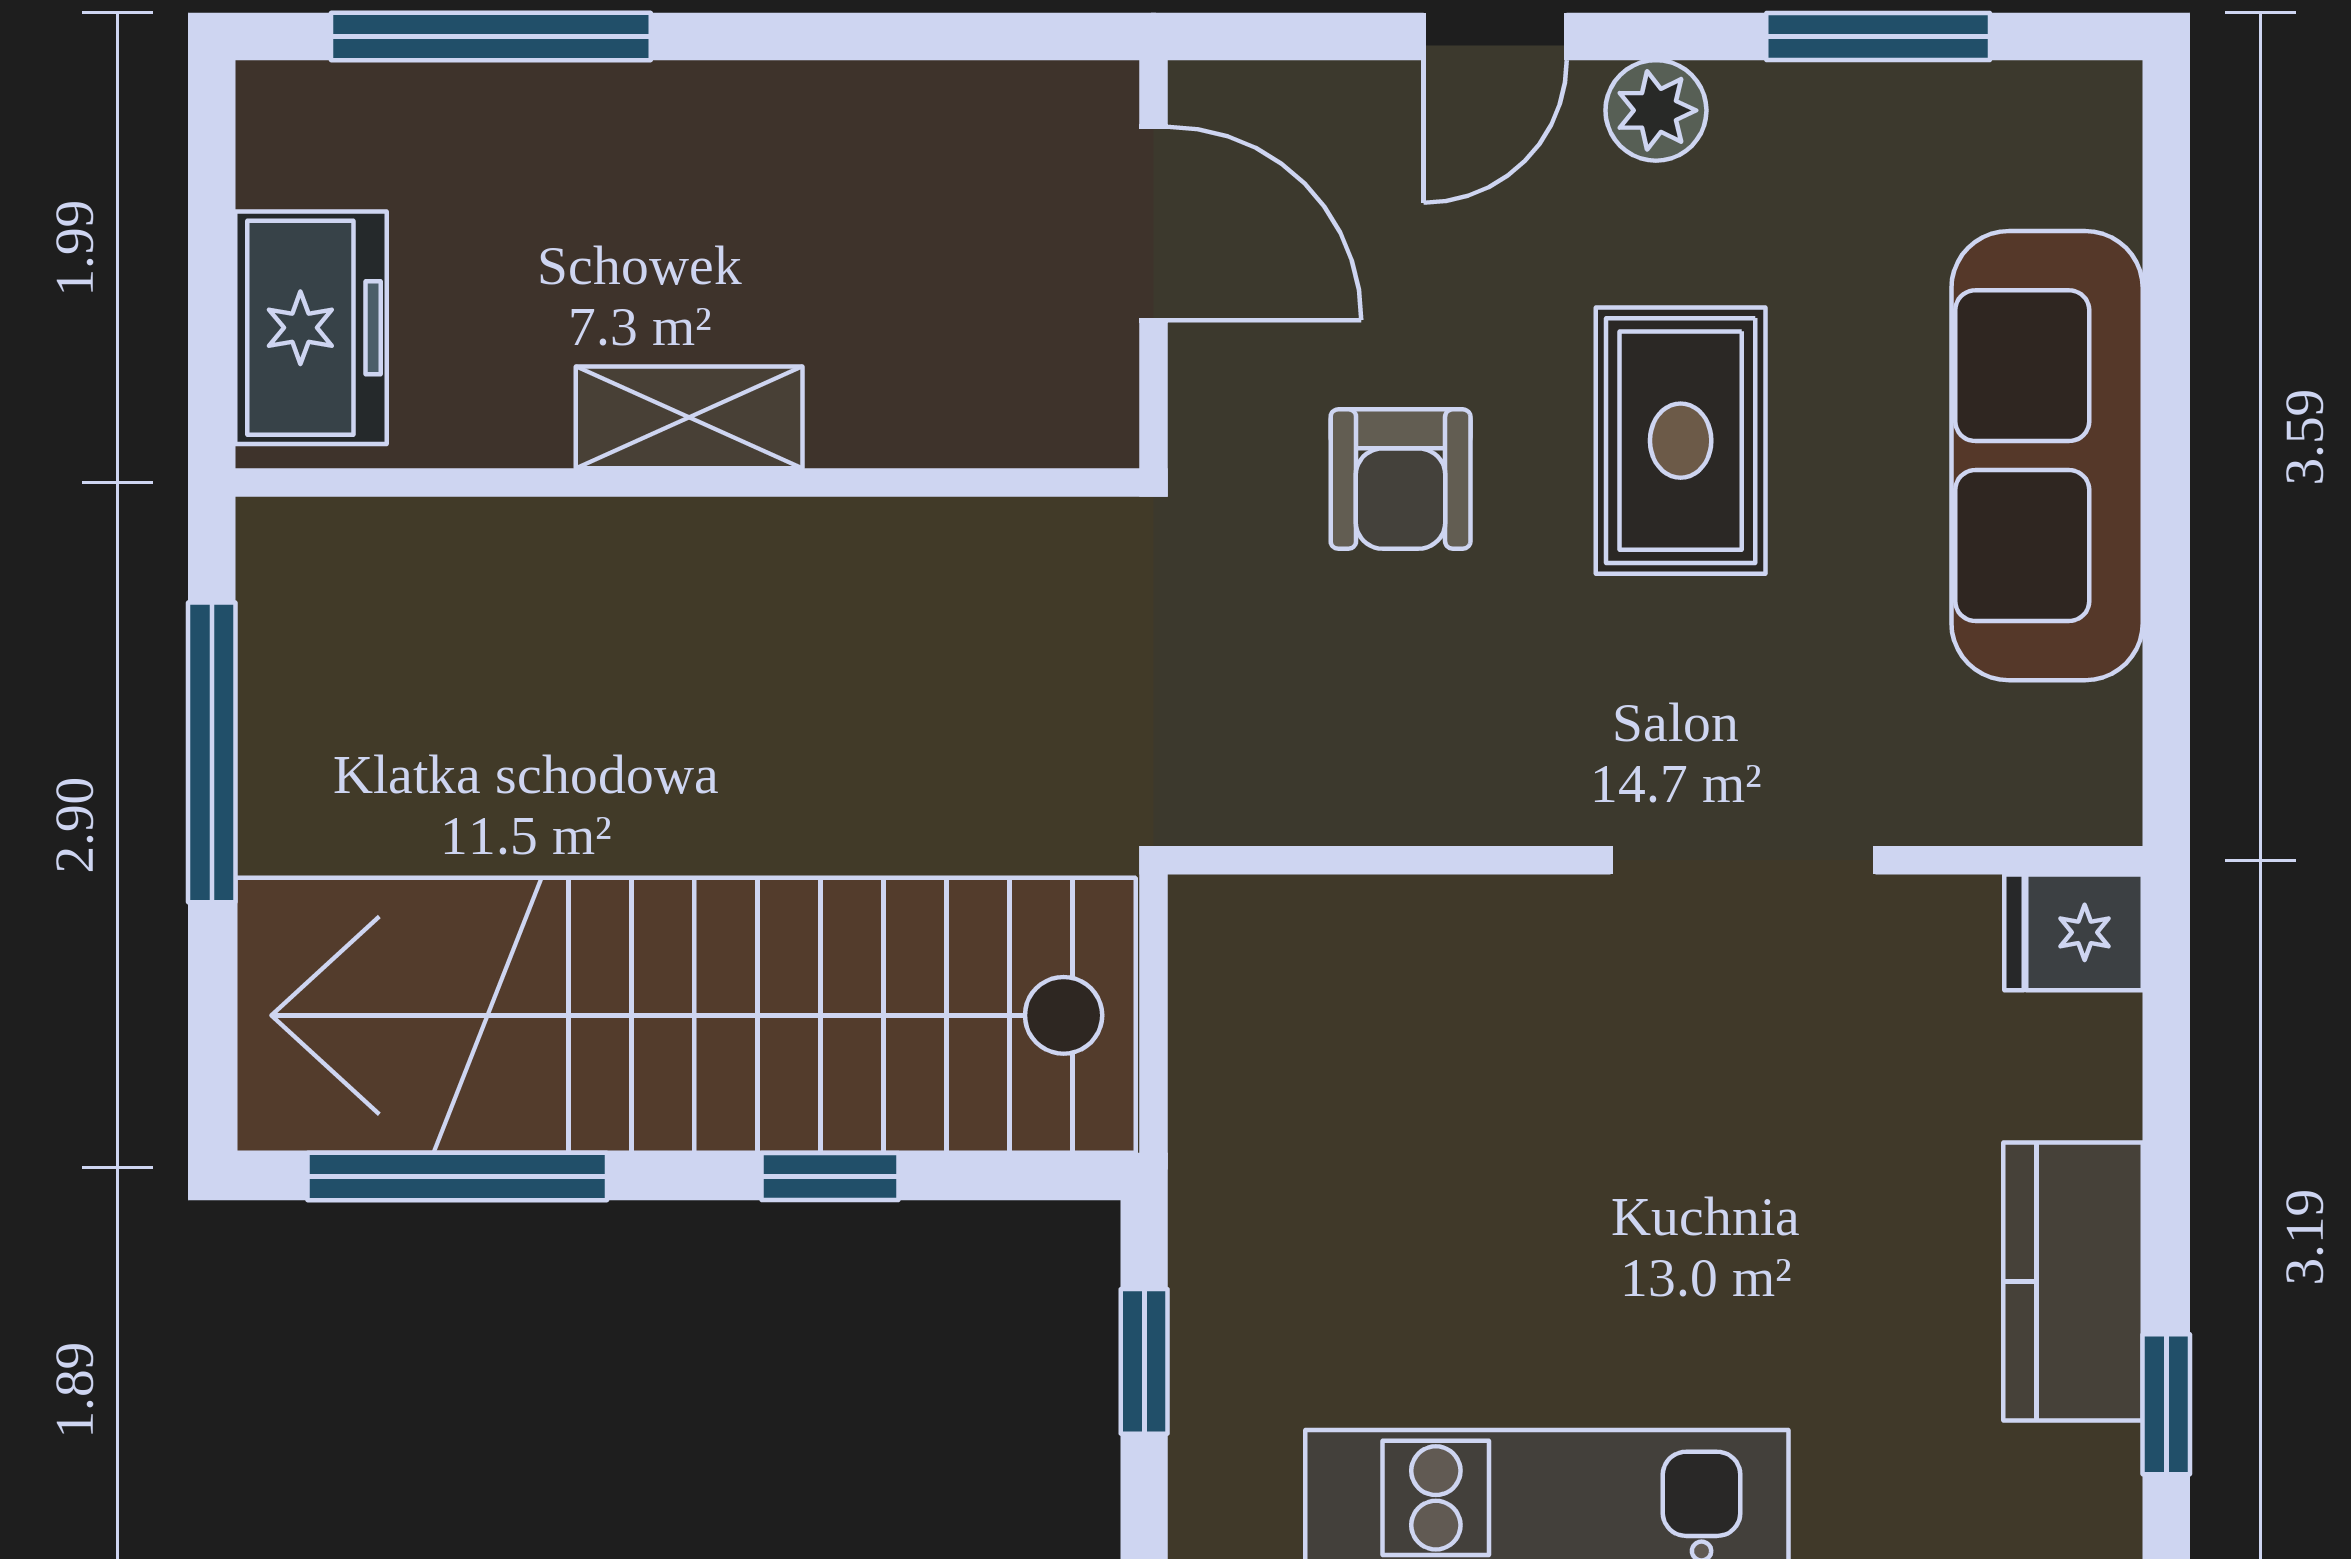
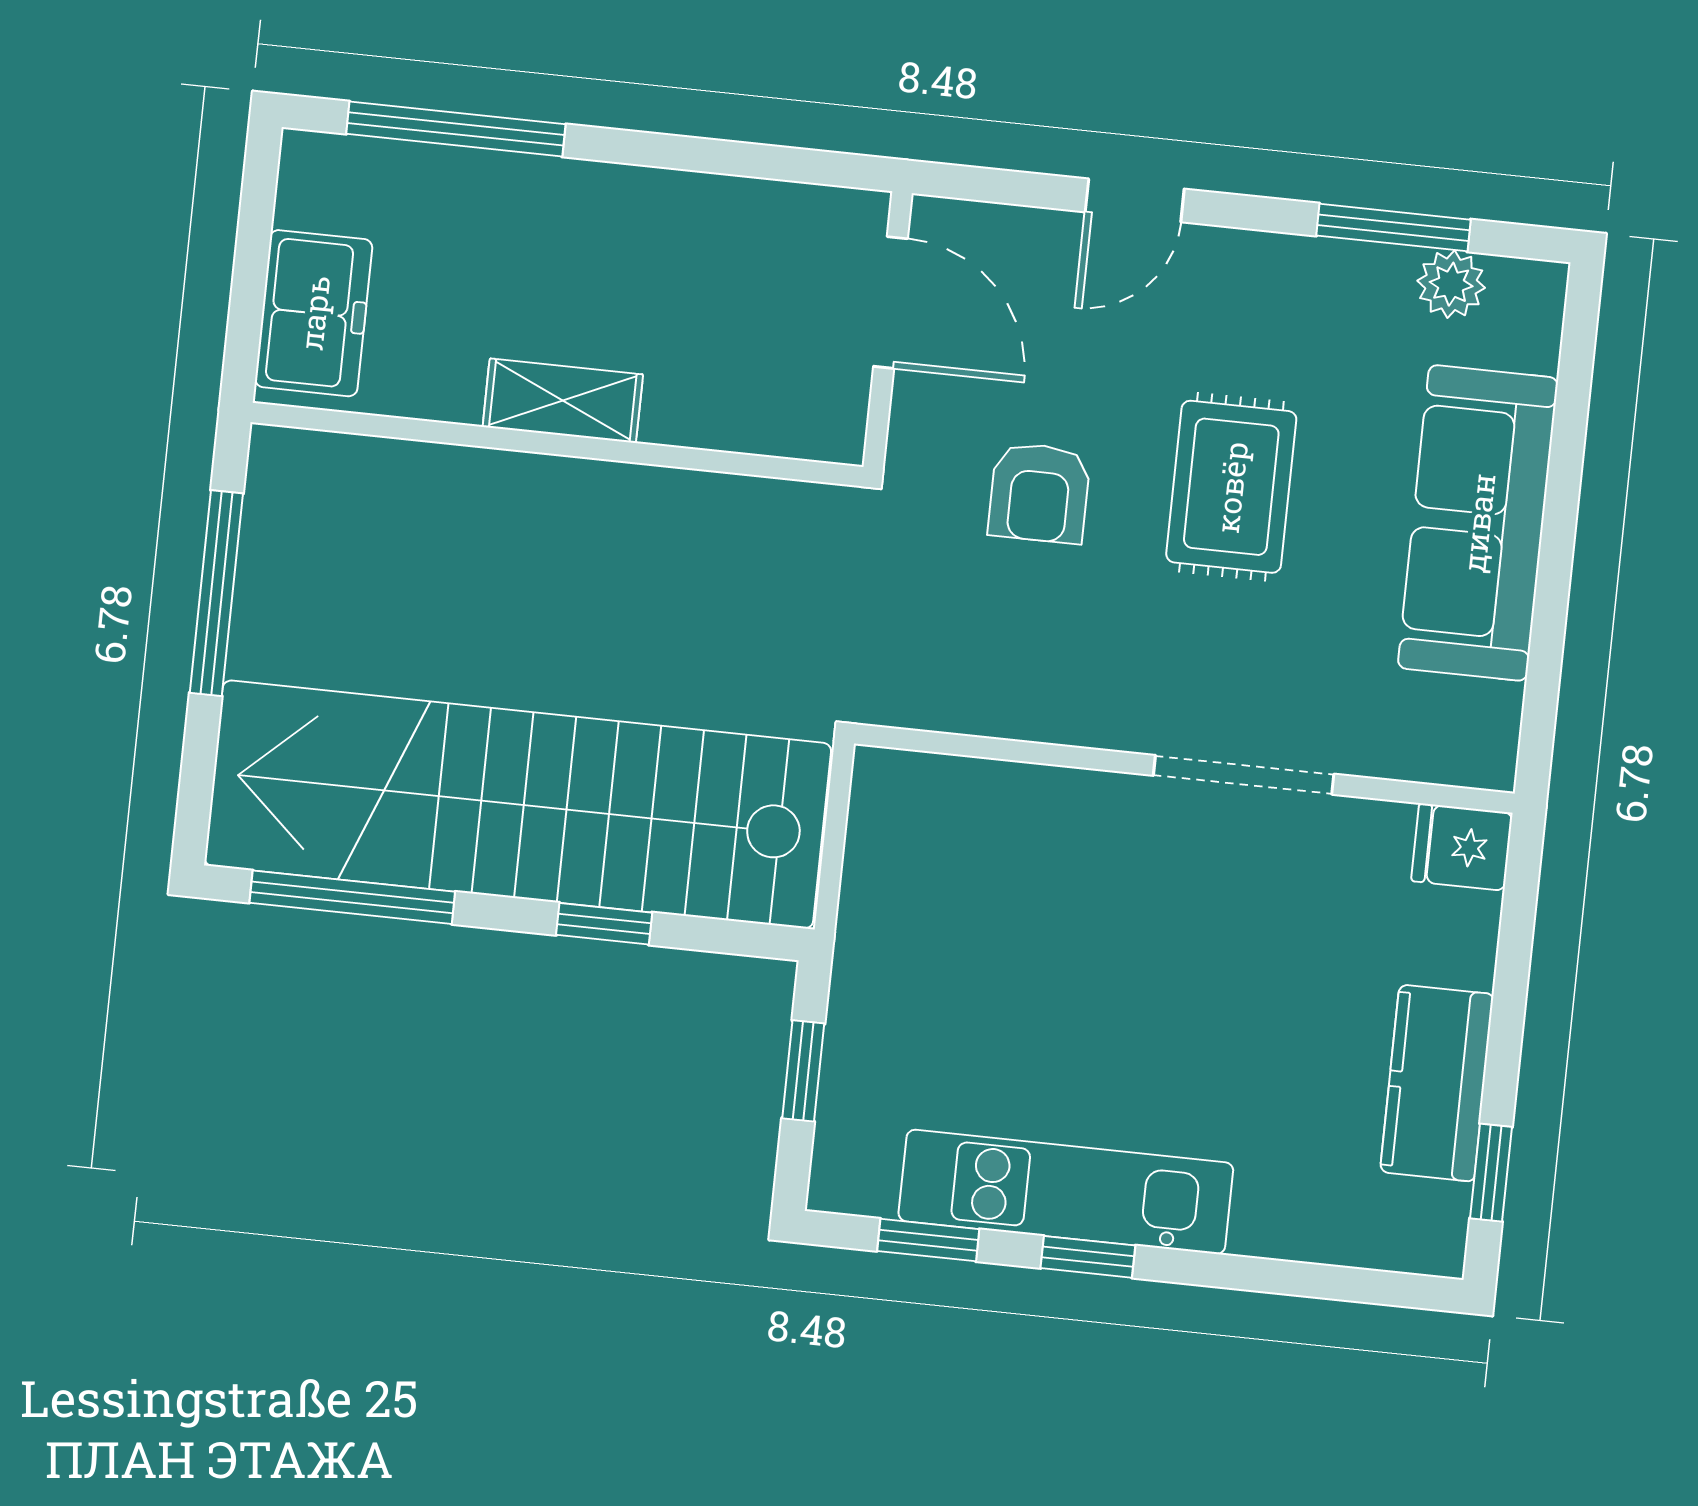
plant: (1656, 110) -> (1451, 284), moved

